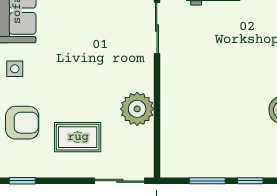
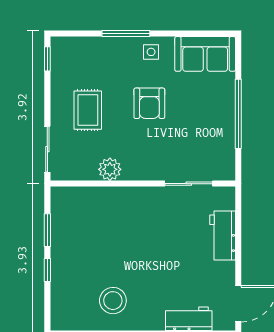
plant: (137, 109) -> (110, 169), width x0.73, depth x0.73
armchair: (22, 123) -> (149, 103), moved

